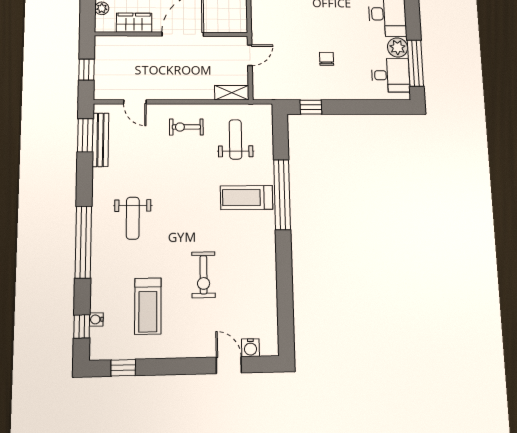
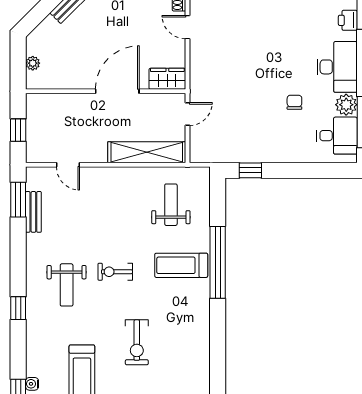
wardrobe: (134, 23) -> (167, 79), moved
chair: (327, 59) -> (294, 102), moved
shelving: (232, 93) -> (147, 152), width x2.20, depth x1.33
exercise bike: (186, 127) -> (115, 272), moved
bench: (100, 140) -> (33, 212), width x0.73
window: (83, 242) -> (18, 308), width x0.32

